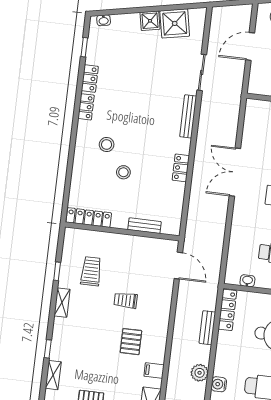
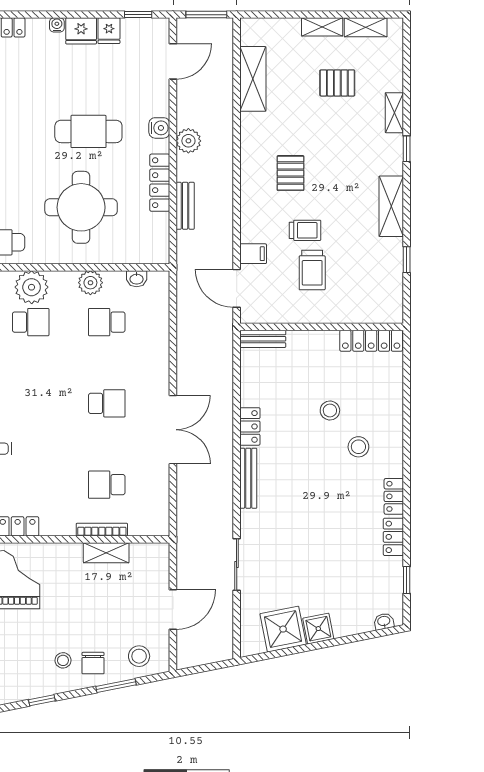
bench: (188, 116) -> (248, 478), moved
bench: (144, 226) -> (263, 339), moved
trolley: (91, 271) -> (312, 270), moved
shelving: (62, 303) -> (391, 206), width x1.50, depth x1.33
locker: (228, 310) -> (160, 183), moved
filing cabinet: (154, 370) -> (253, 254), moved

